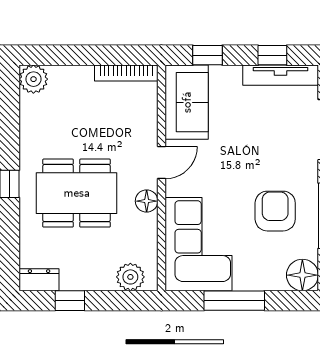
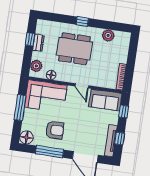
plant: (33, 79) -> (108, 35), moved
dining table: (77, 193) -> (74, 49), turned 90
floor lamp: (147, 201) -> (51, 75), moved
dresser: (39, 280) -> (38, 43), moved

